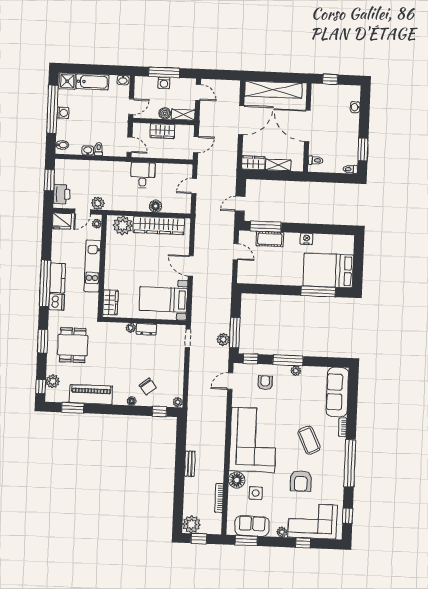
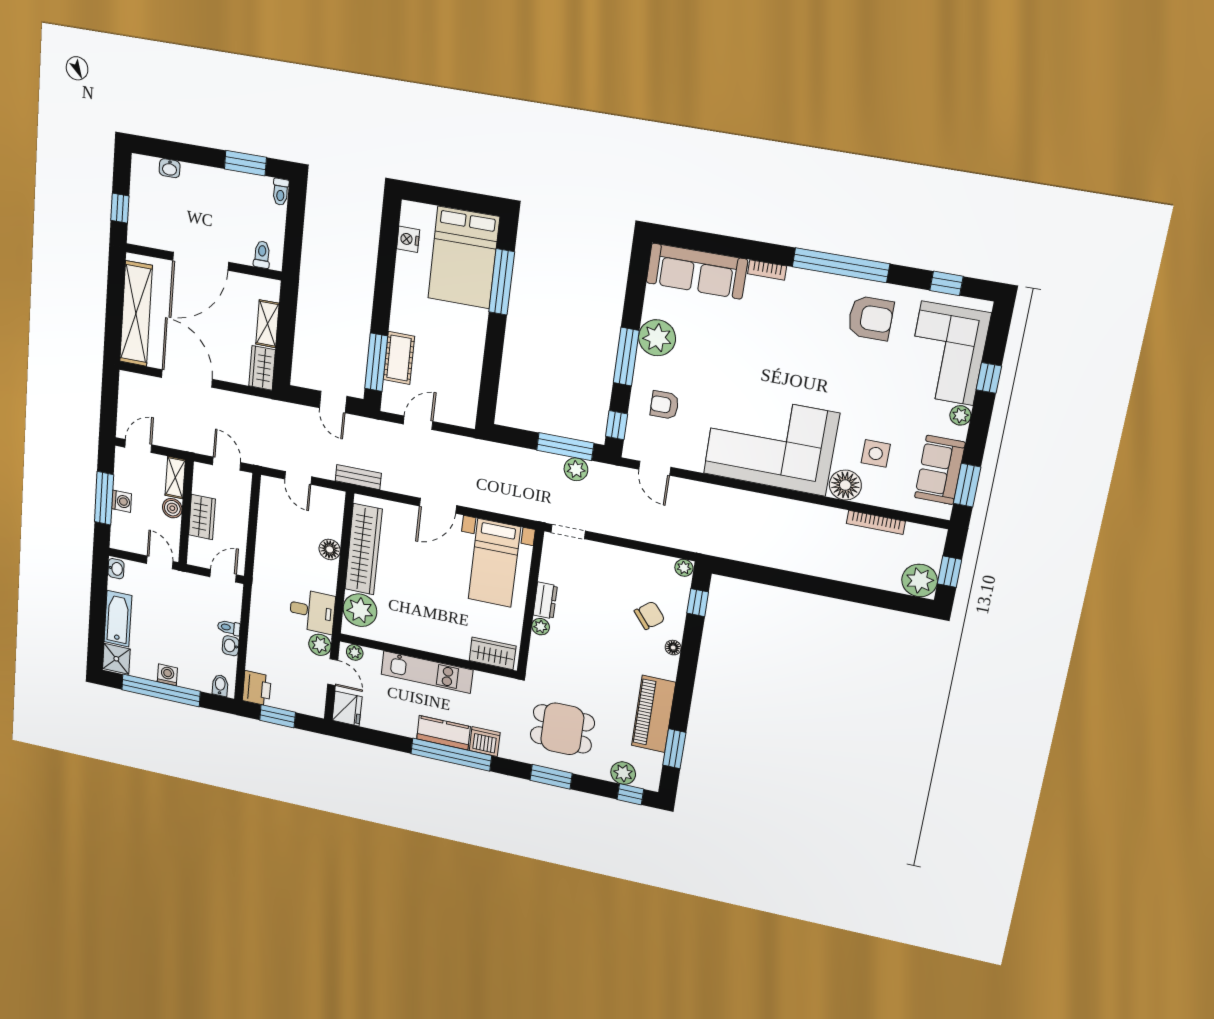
desk: (143, 175) -> (312, 611), moved, turned 180
printer: (62, 194) -> (257, 688), moved, turned 90
nightstand: (307, 239) -> (408, 239), moved
plant: (296, 371) -> (657, 338), width x1.87, depth x1.87
coffee table: (309, 440) -> (785, 338), removed
bench: (190, 464) -> (358, 477), moved
armchair: (301, 481) -> (871, 318), moved

